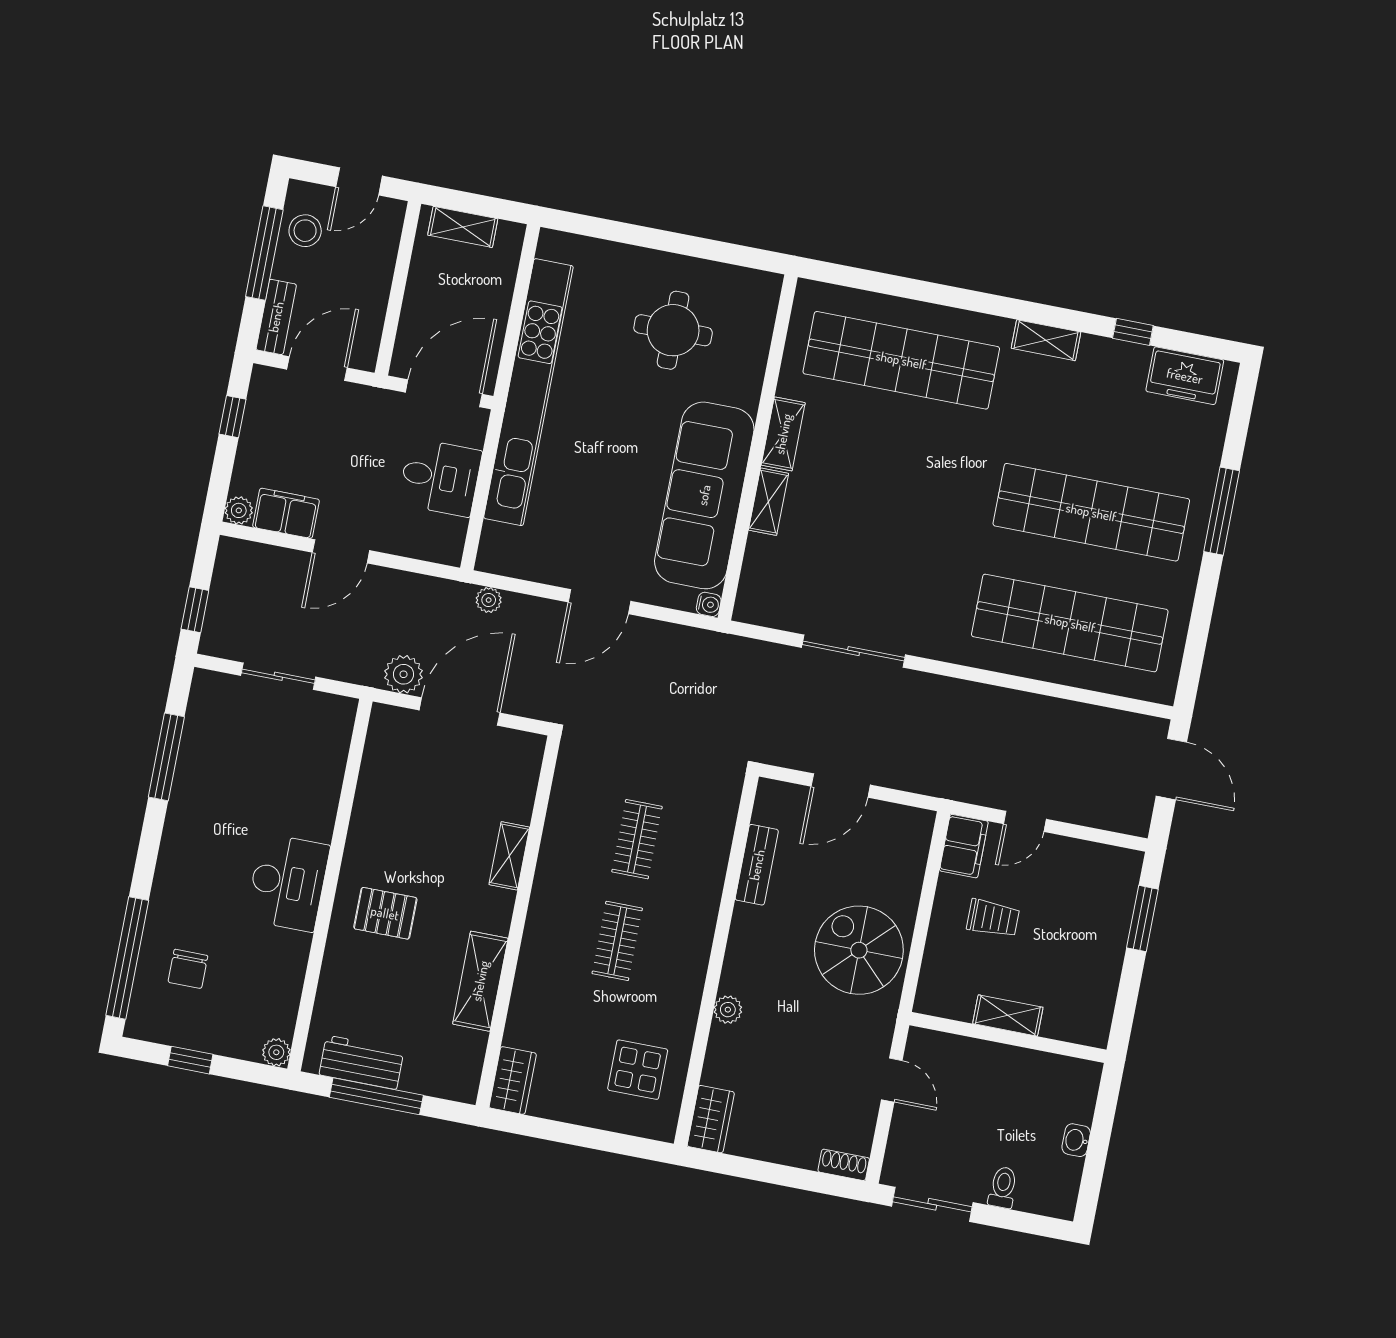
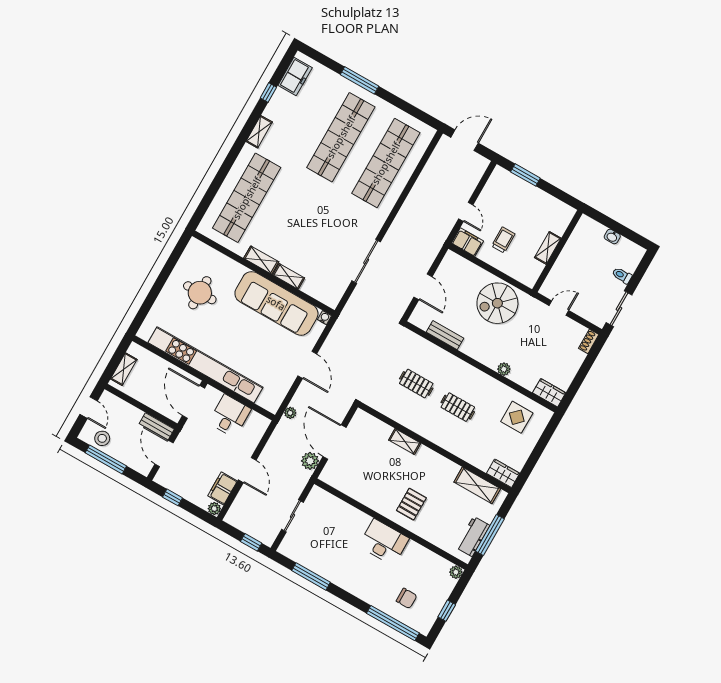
bench: (276, 317) -> (157, 426), moved
shelving: (480, 981) -> (477, 485), moved

